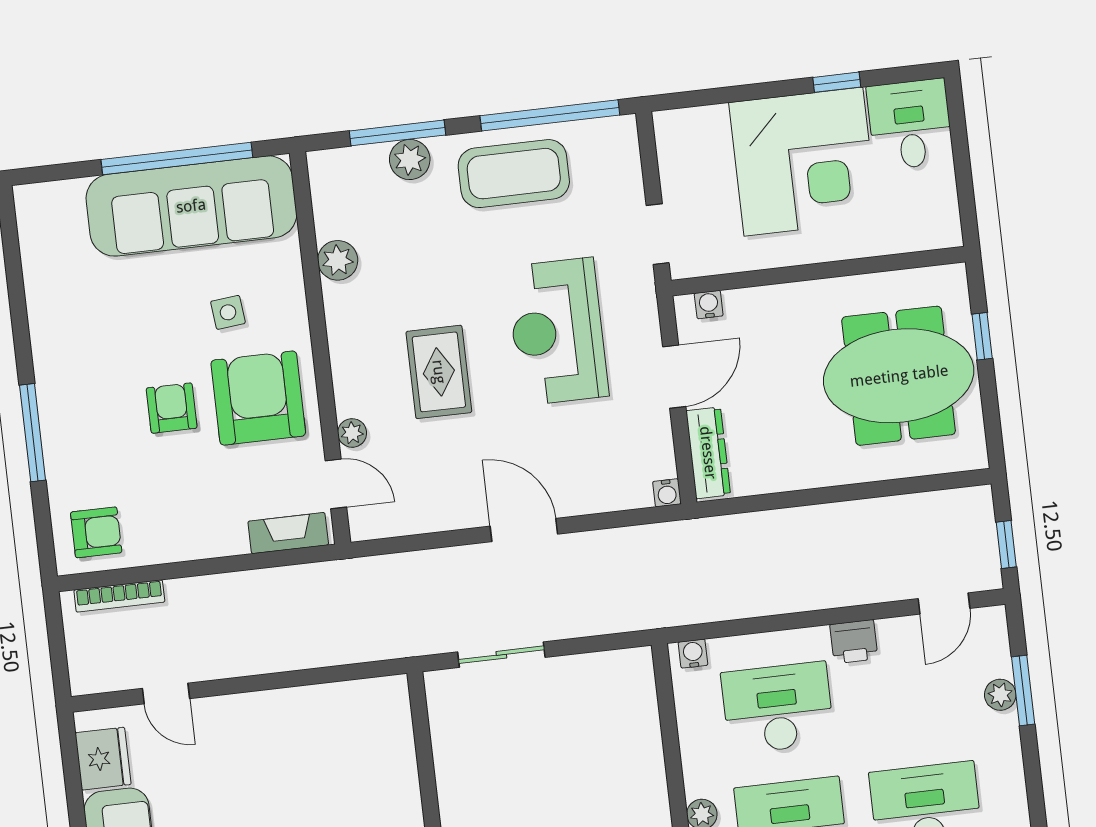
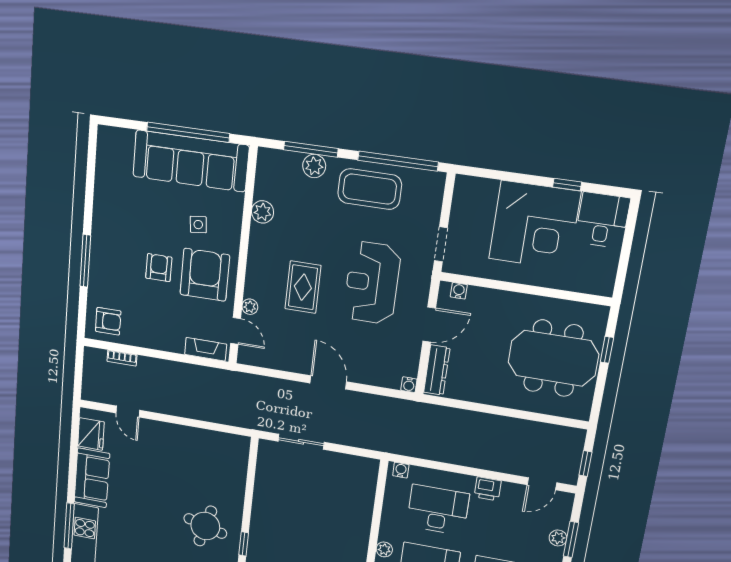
bookcase: (119, 596) -> (122, 358), width x0.64

